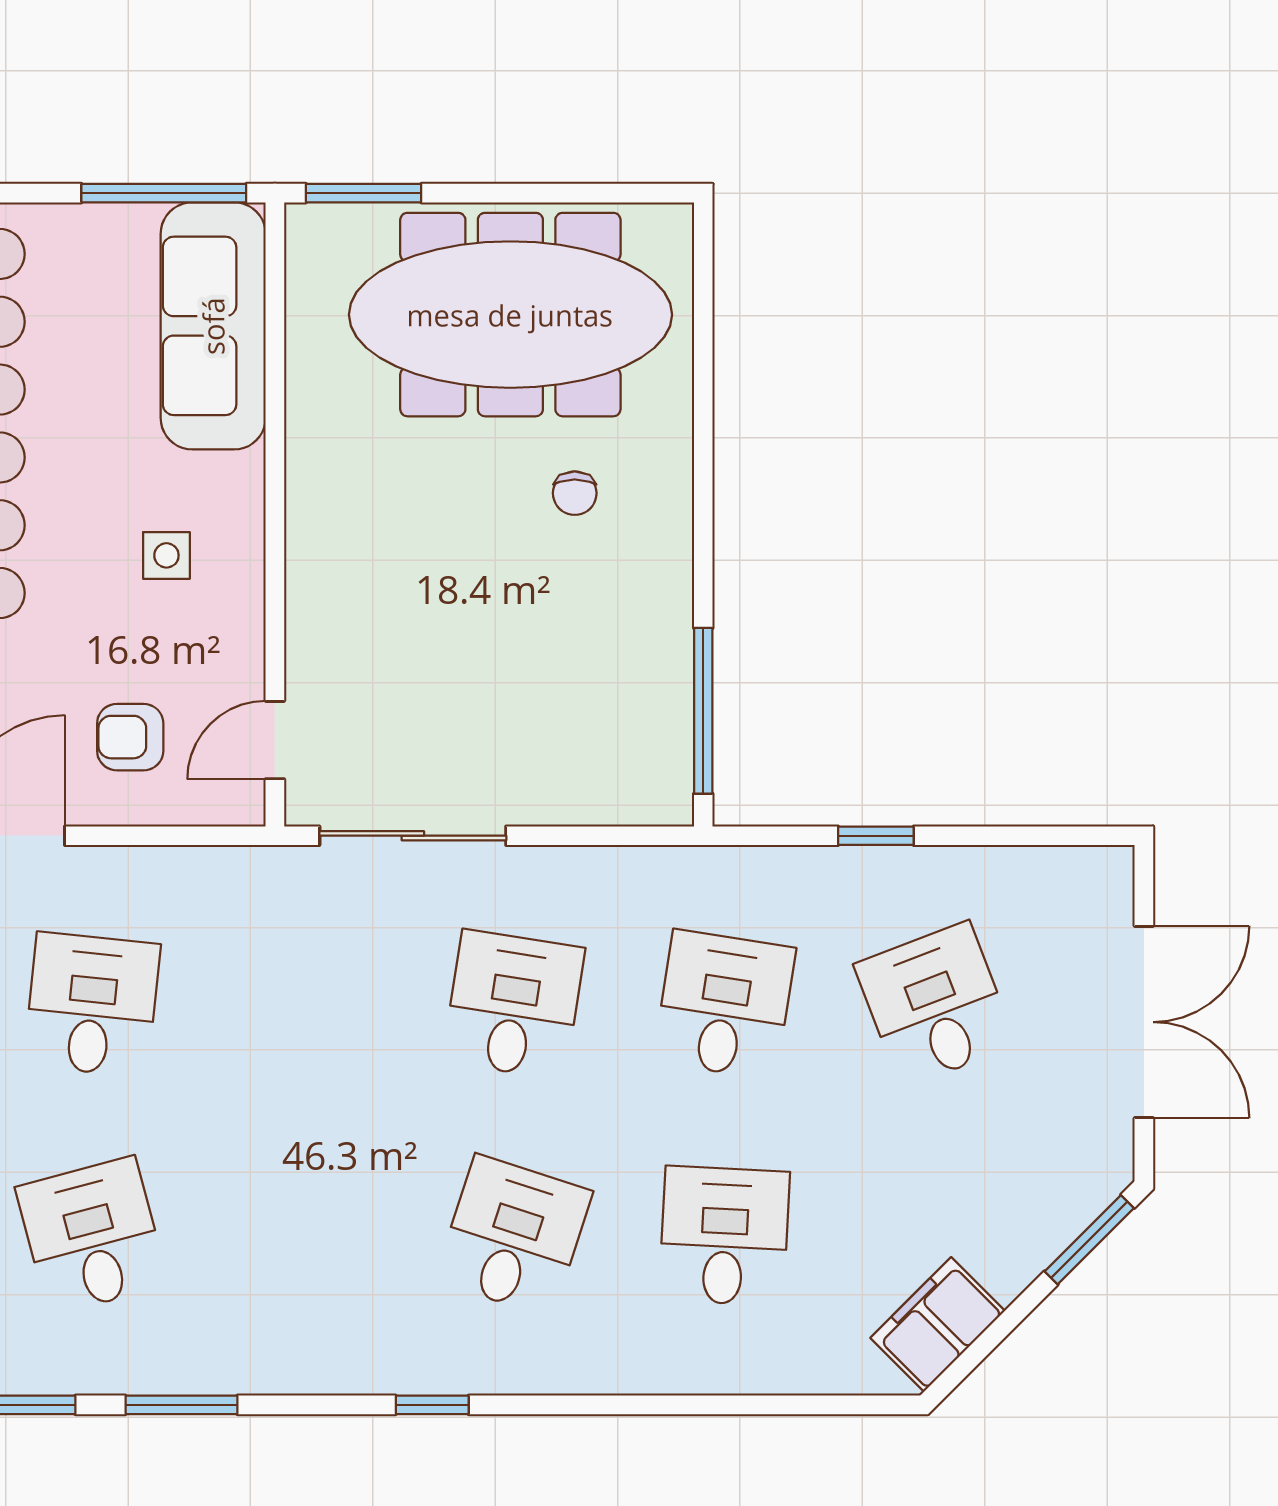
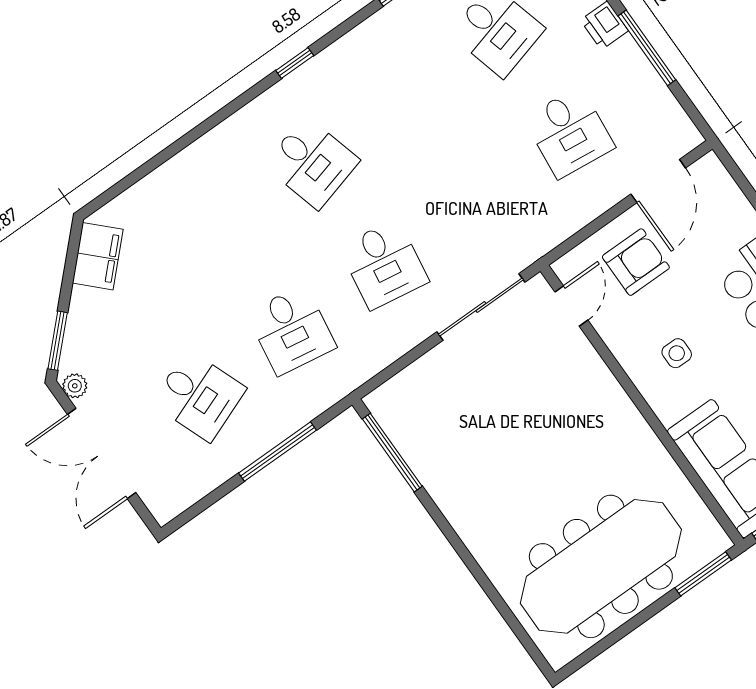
chair: (575, 493) -> (517, 508), removed
armchair: (130, 737) -> (636, 262), width x1.38, depth x1.38
window: (876, 836) -> (278, 452), width x2.17
plant: (1112, 1153) -> (75, 386), added
desk: (514, 1236) -> (312, 163), turned -33
desk: (724, 1236) -> (219, 228), removed

